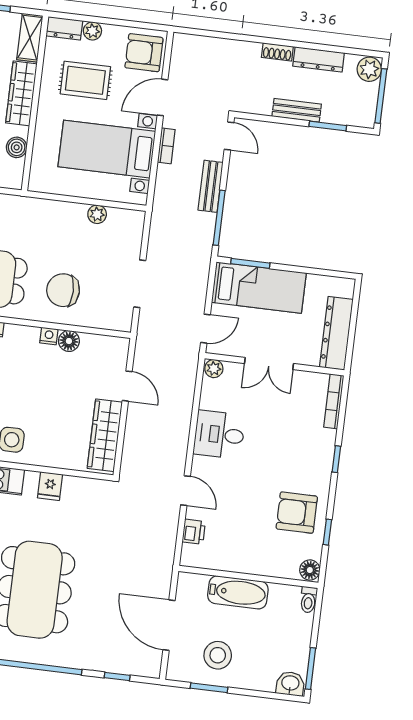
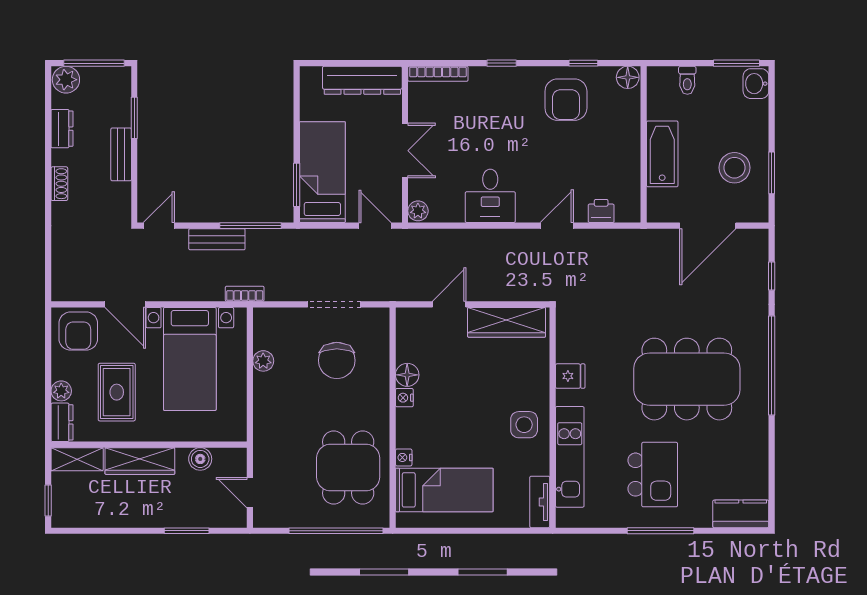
dresser: (319, 59) -> (62, 129), width x0.70
bookcase: (166, 146) -> (245, 294), moved
chair: (63, 290) -> (337, 360), moved
toilet: (308, 600) -> (687, 80), moved, turned 90

